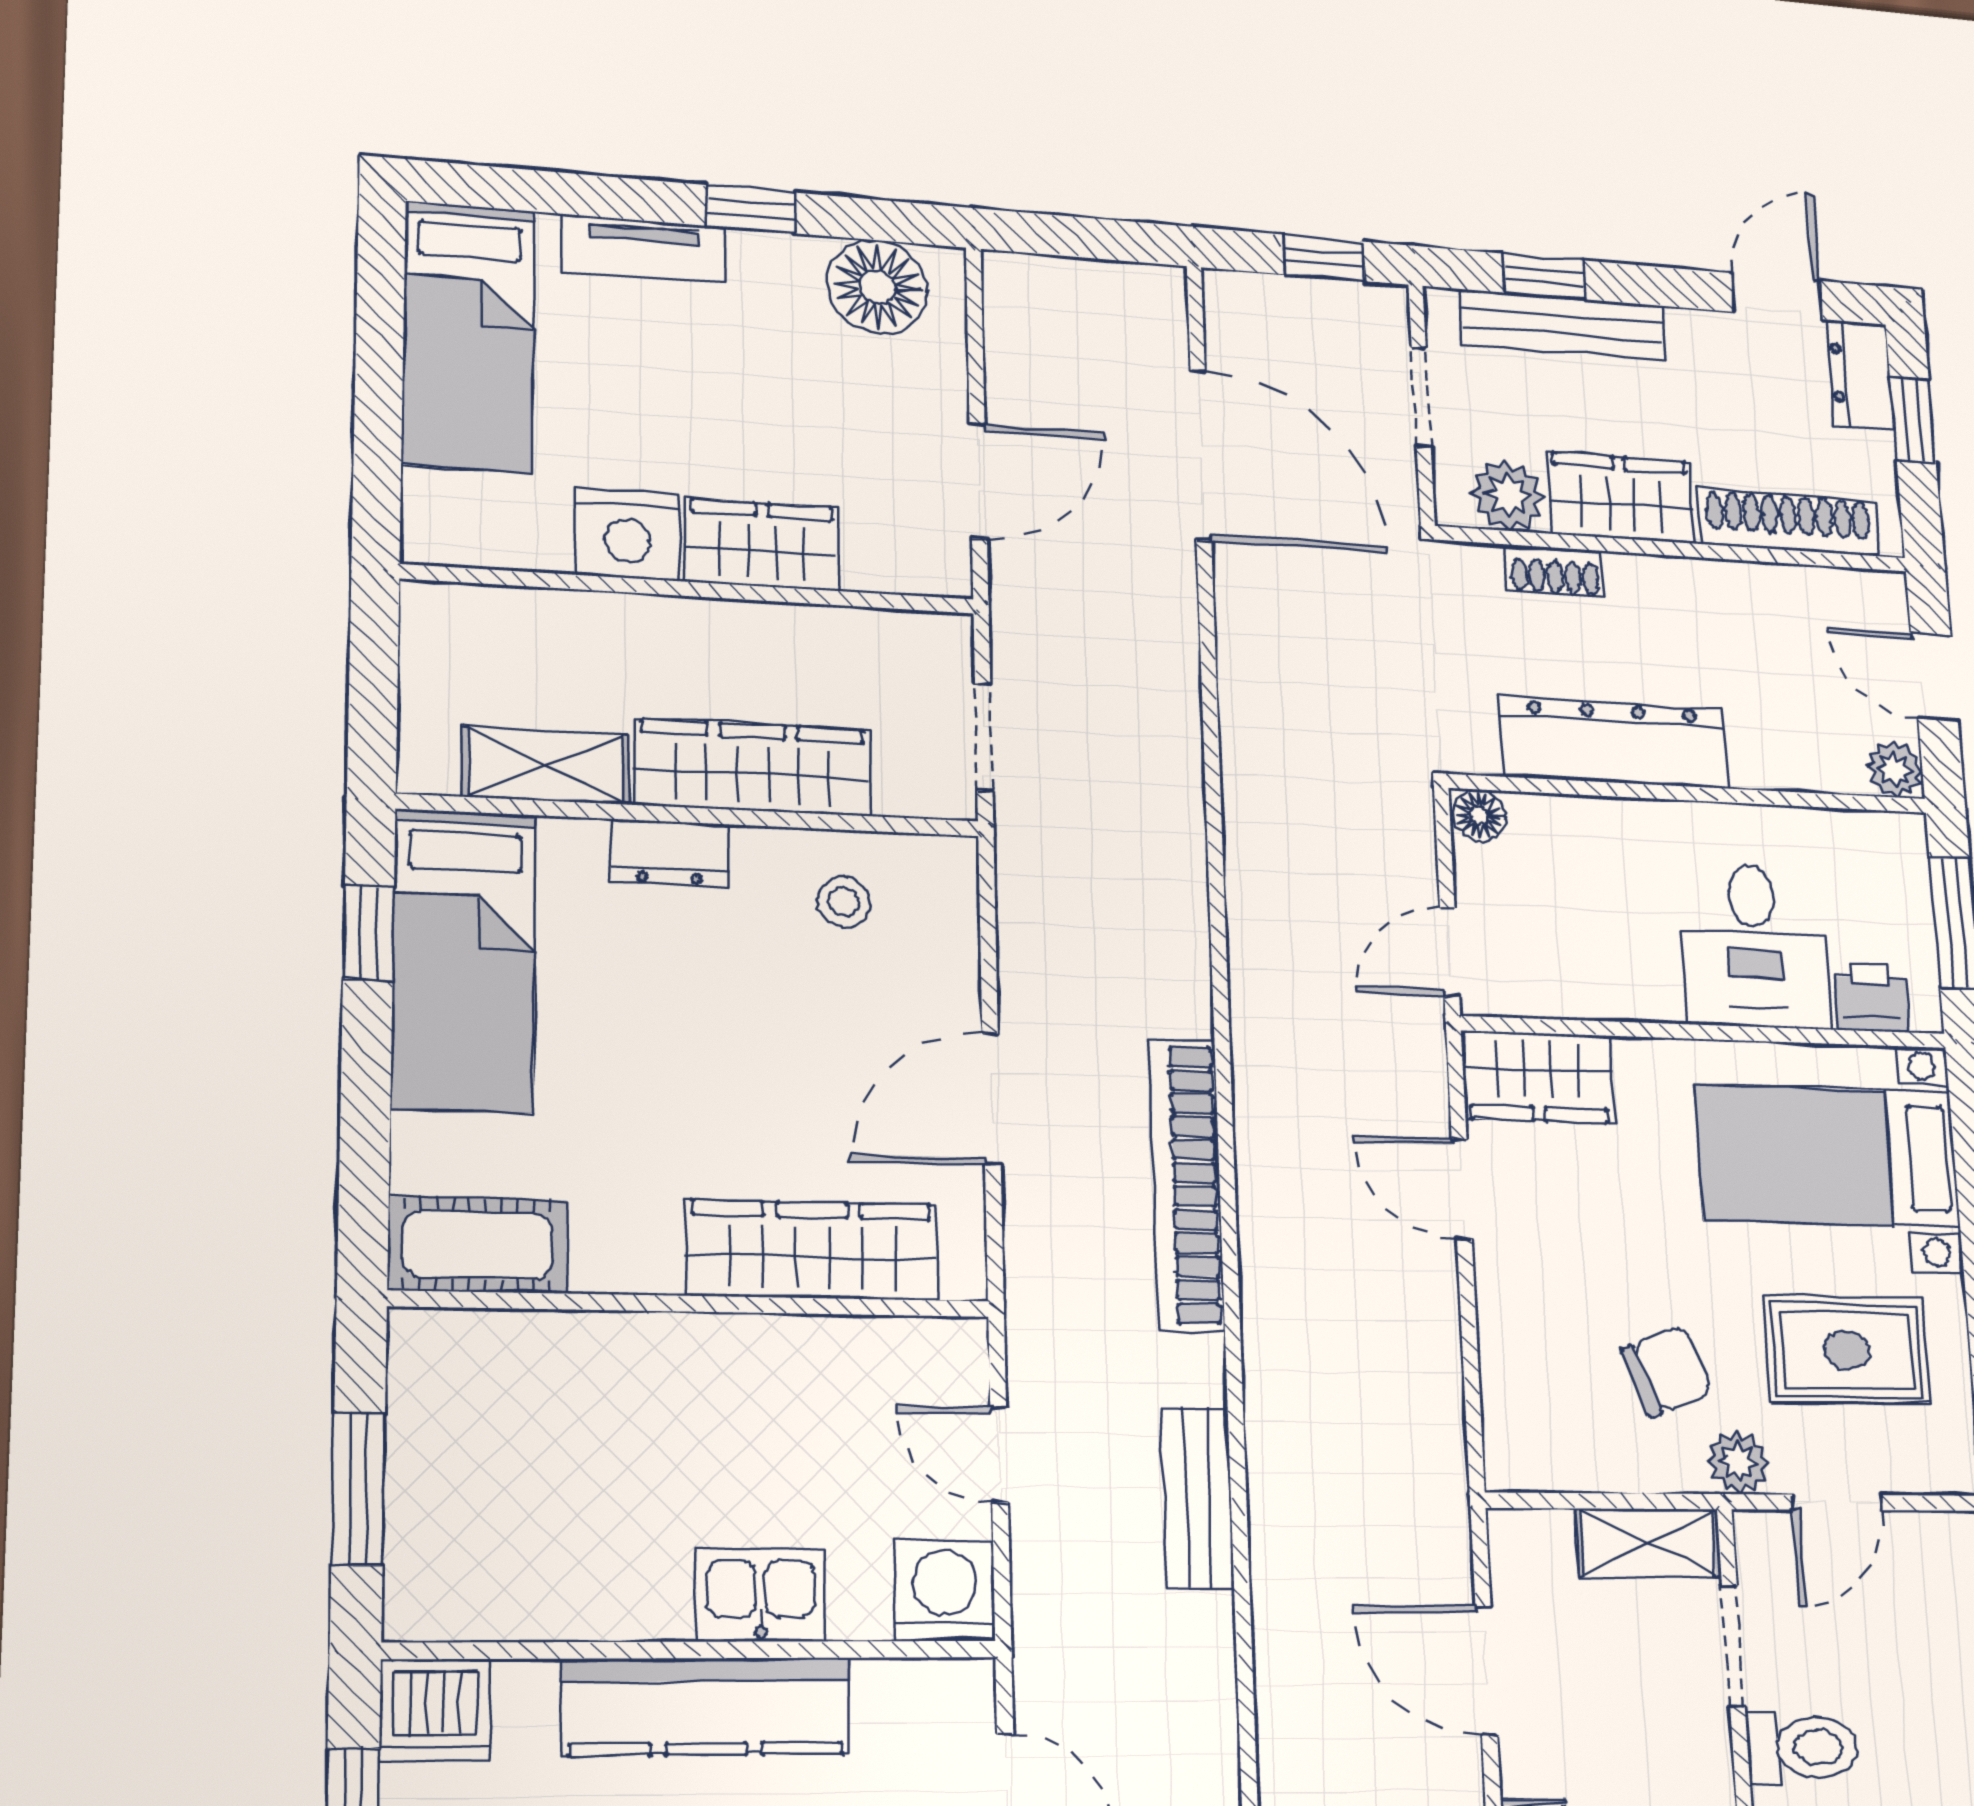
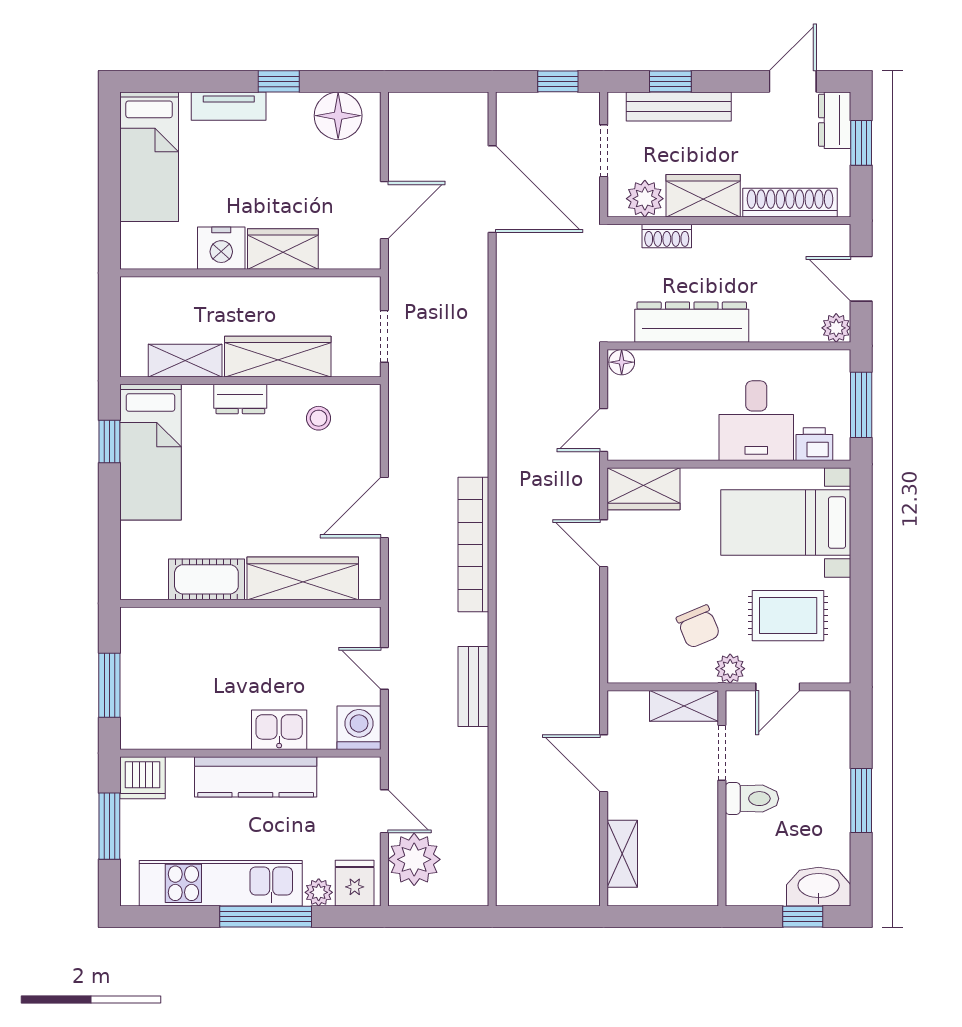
cot: (477, 1245) -> (206, 579), moved
chair: (1667, 1371) -> (698, 627), turned 89

